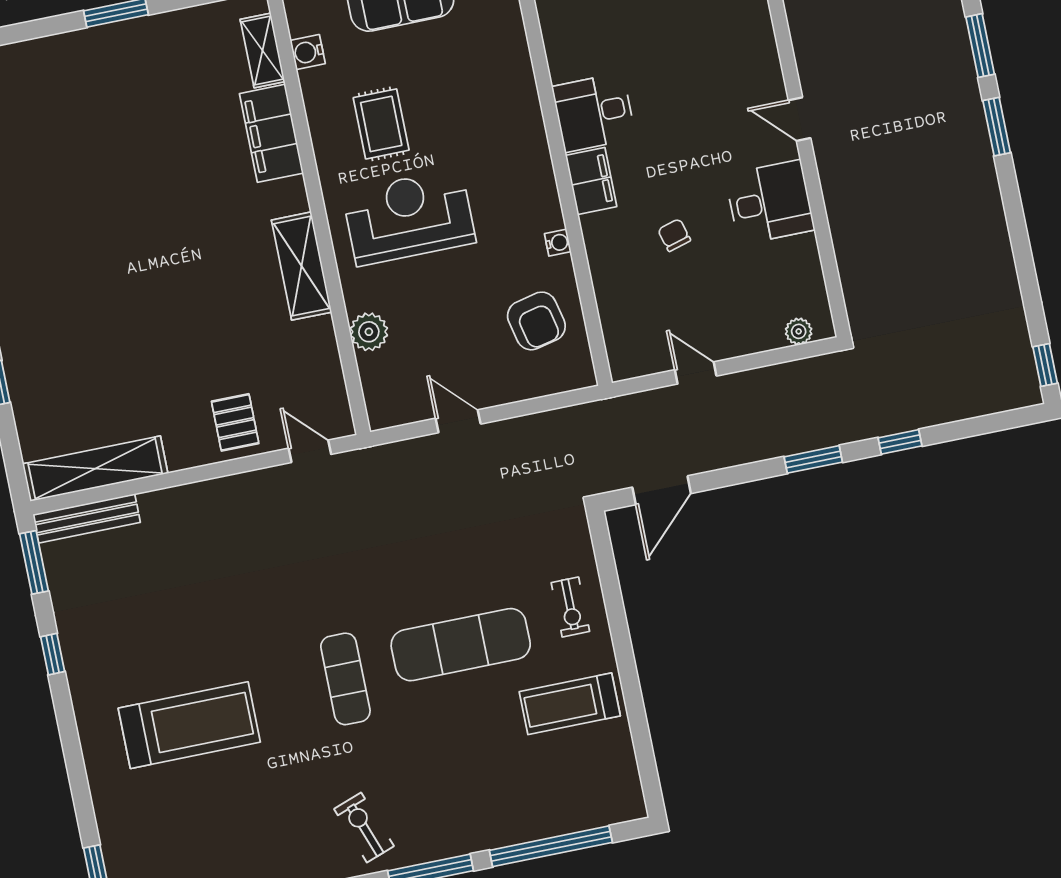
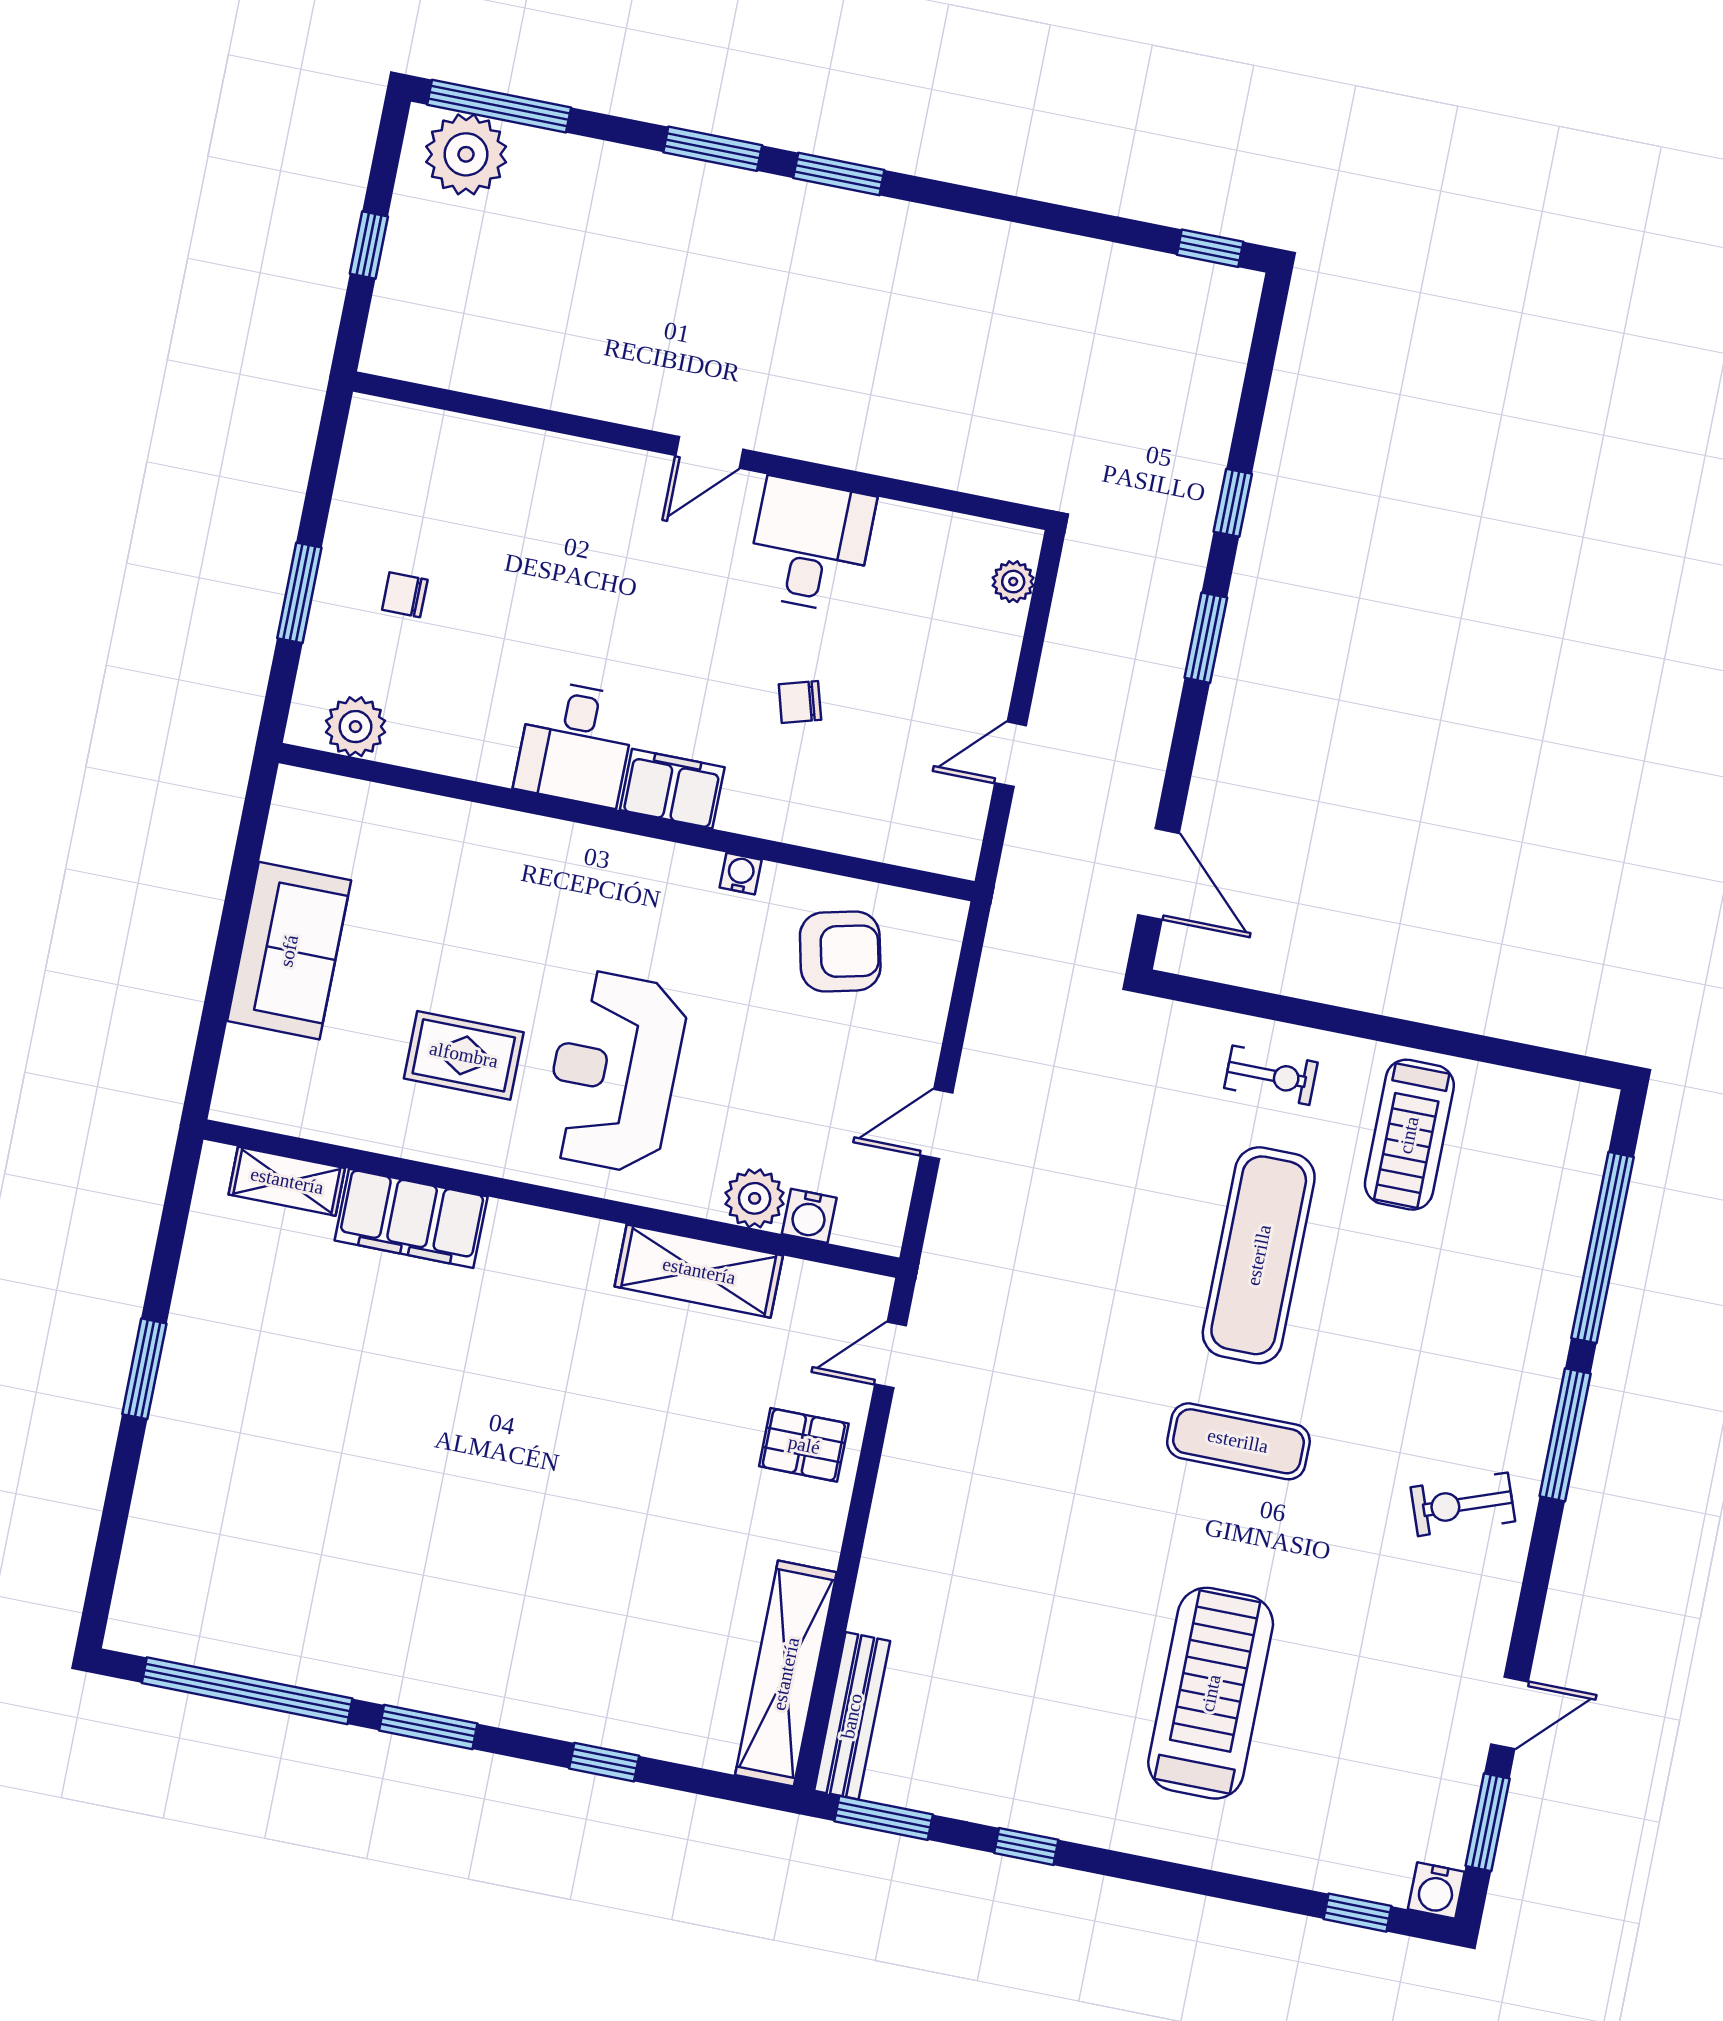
water cooler: (308, 52) -> (809, 1216), moved
shelving: (302, 266) -> (699, 1271), moved

